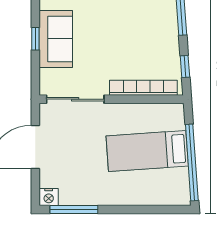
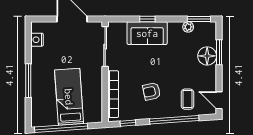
armchair: (139, 33) -> (151, 91), added
nightstand: (49, 197) -> (37, 40), moved
window: (74, 210) -> (28, 81), moved

